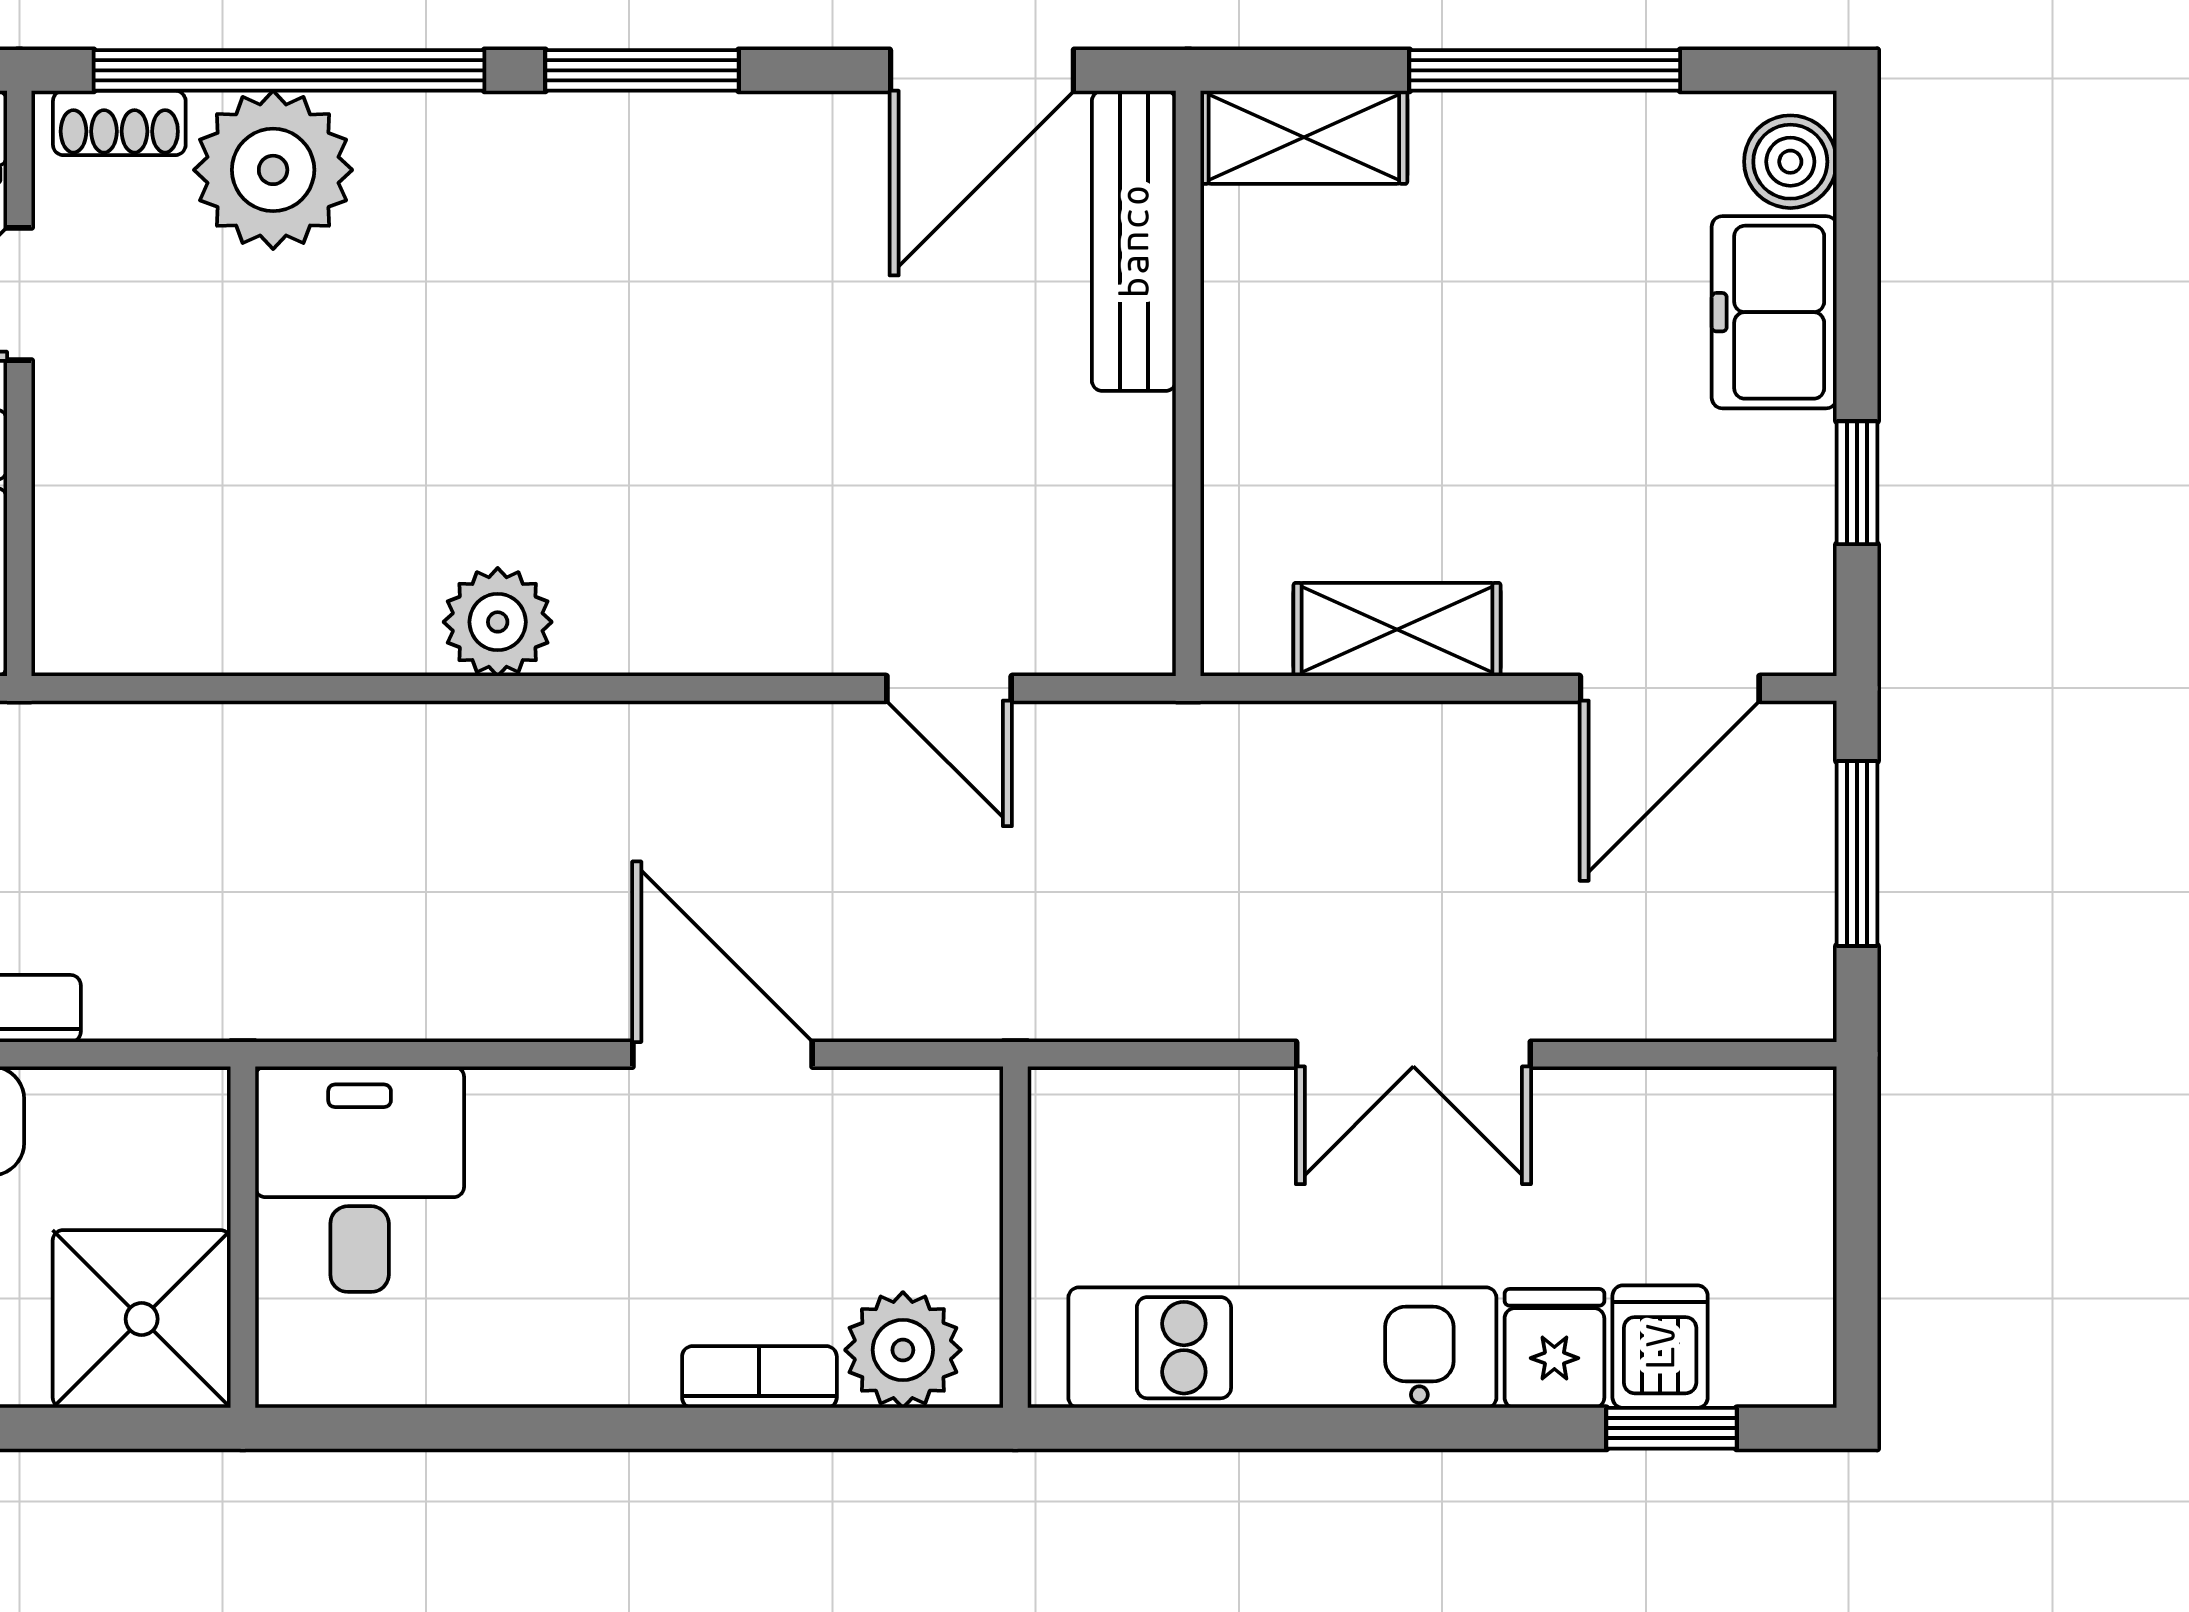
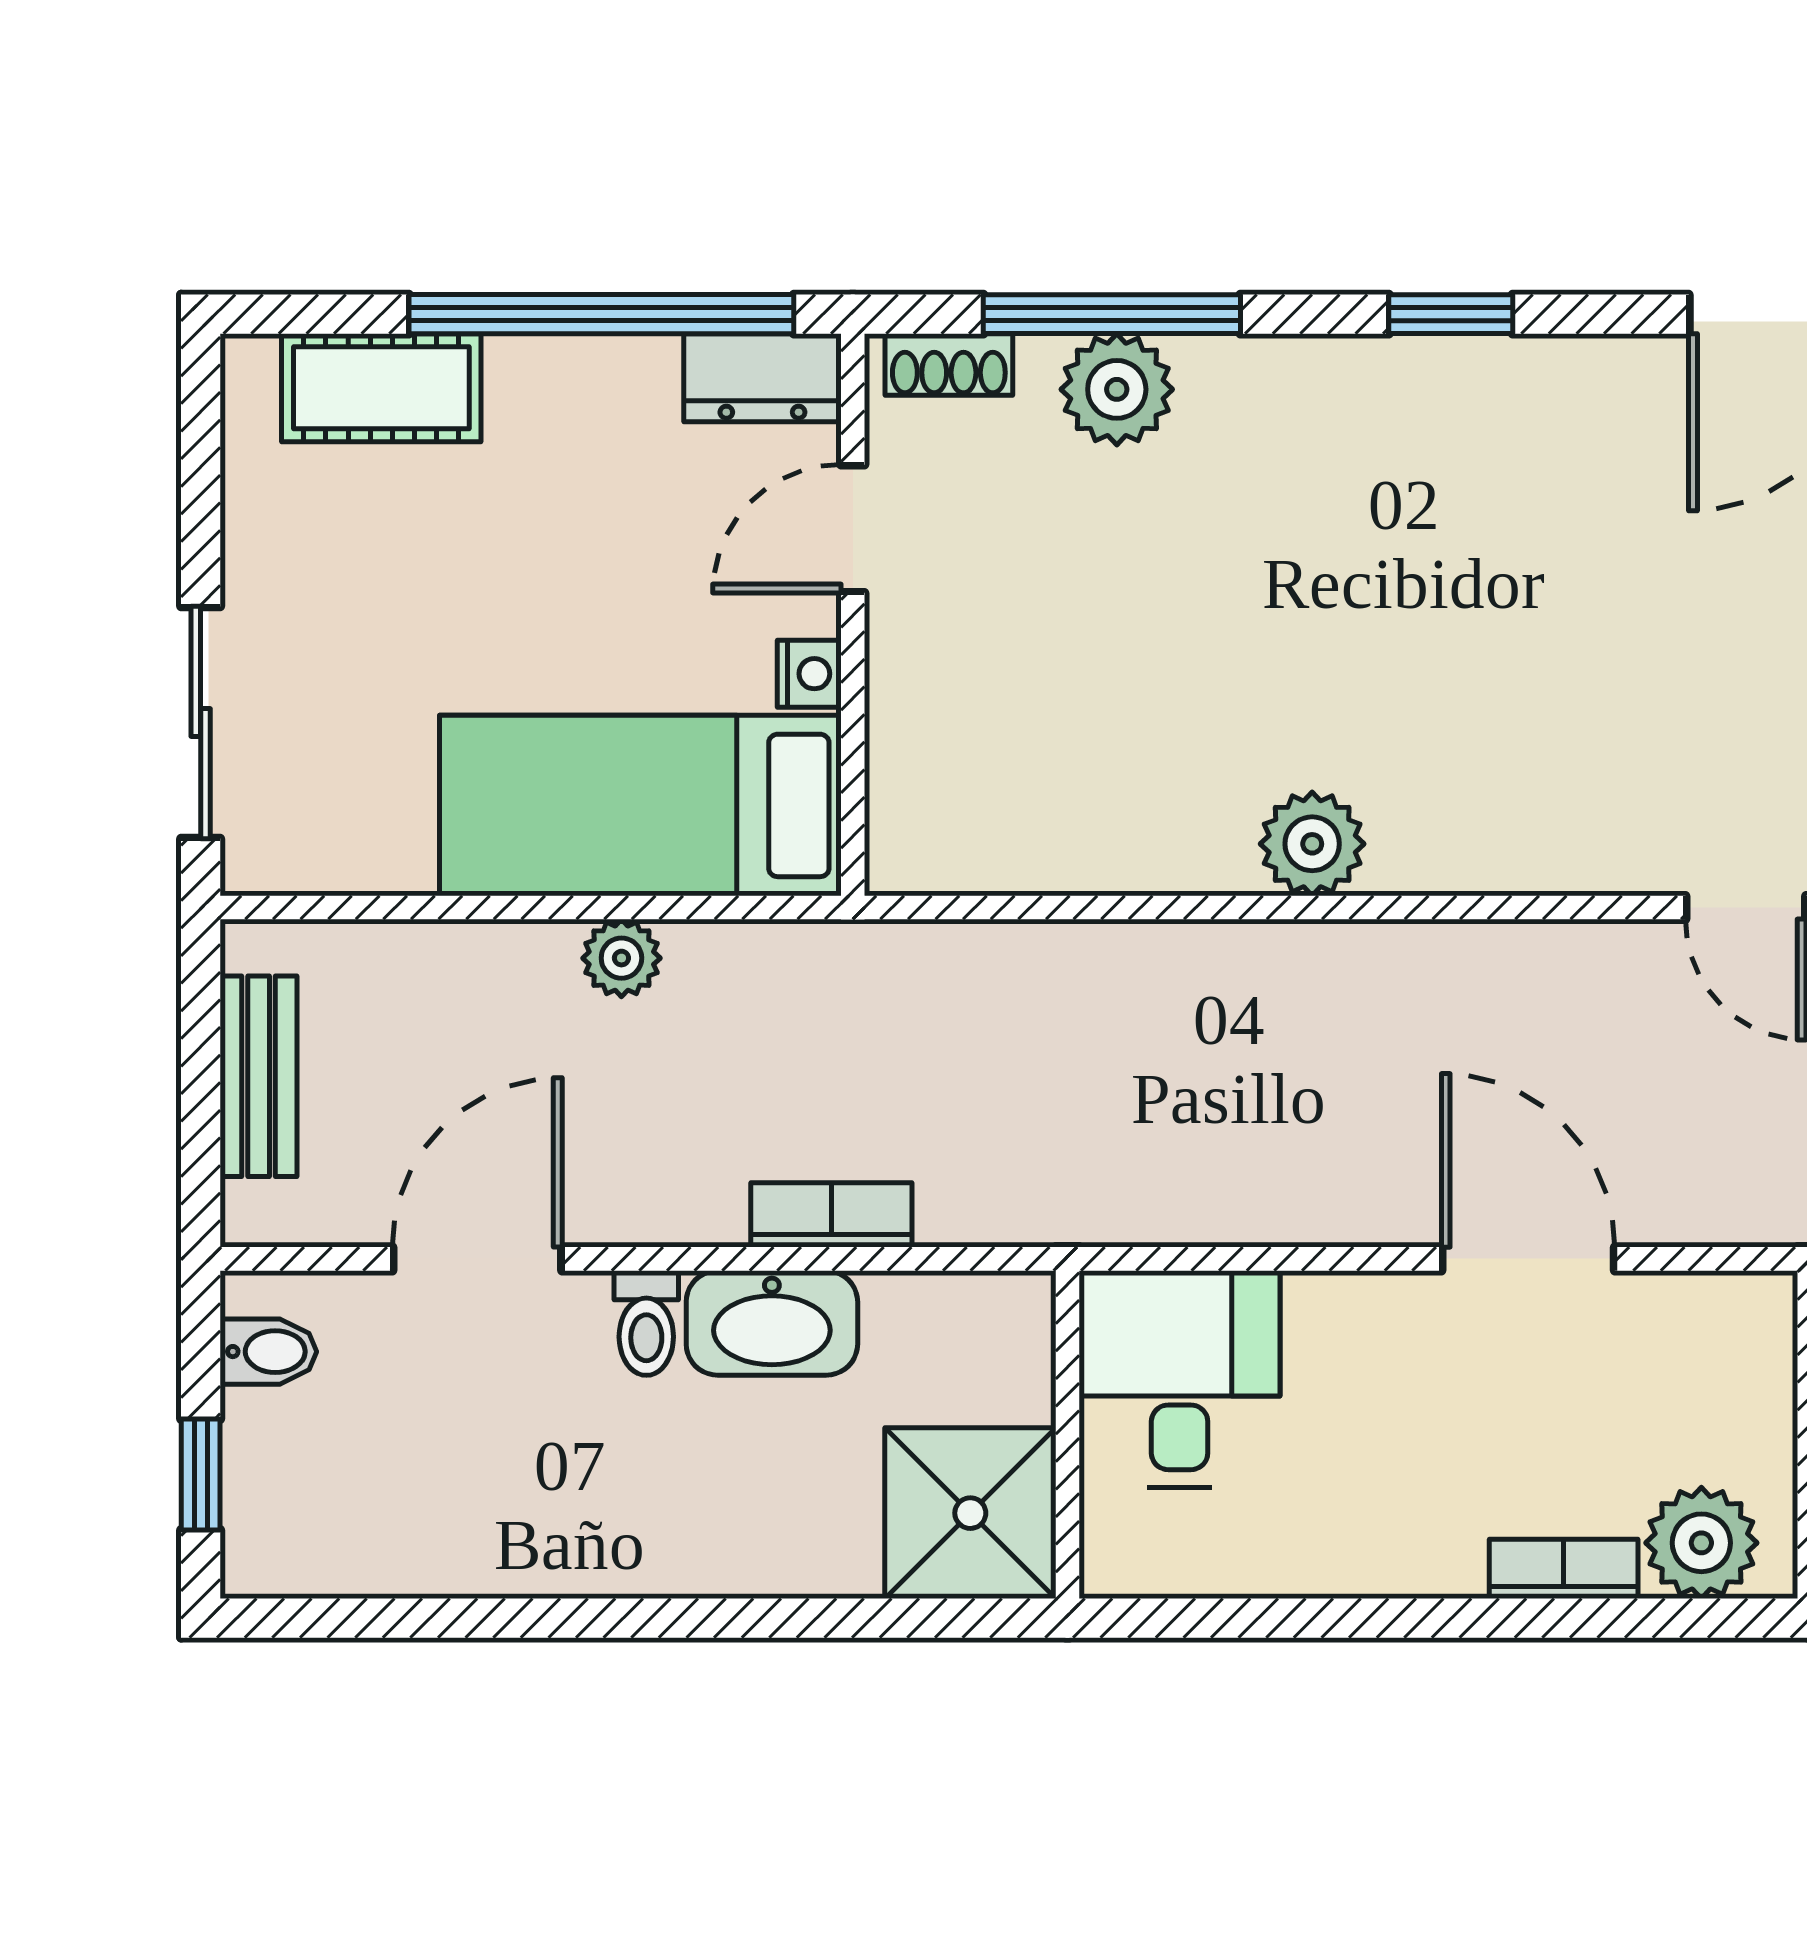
window: (289, 70) -> (1112, 314), width x0.68
window: (642, 70) -> (1451, 314), width x0.67
plant: (273, 170) -> (1117, 389), width x0.73, depth x0.73

